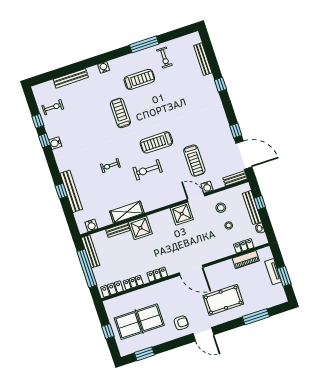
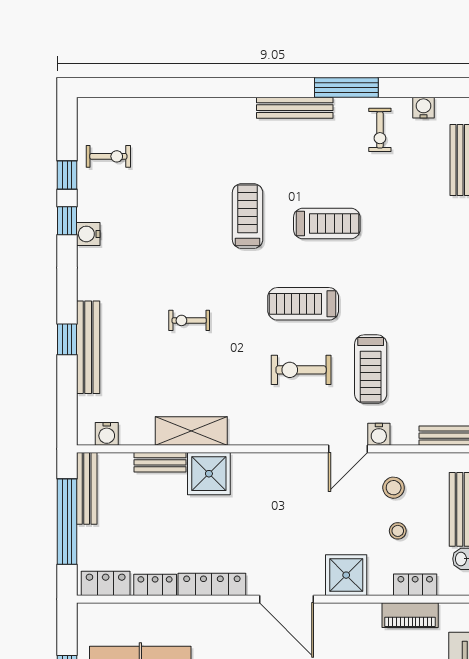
water cooler: (104, 67) -> (423, 108), moved
bench: (71, 78) -> (295, 108), moved
treadmill: (139, 79) -> (327, 223), moved
exercise bike: (148, 170) -> (301, 370), moved
door: (196, 198) -> (348, 449), swing flipped
shower: (182, 214) -> (346, 575), moved
locker: (157, 274) -> (212, 584), width x1.53

